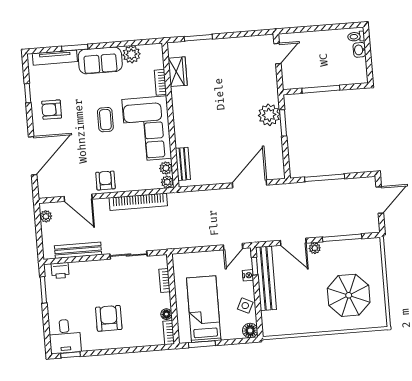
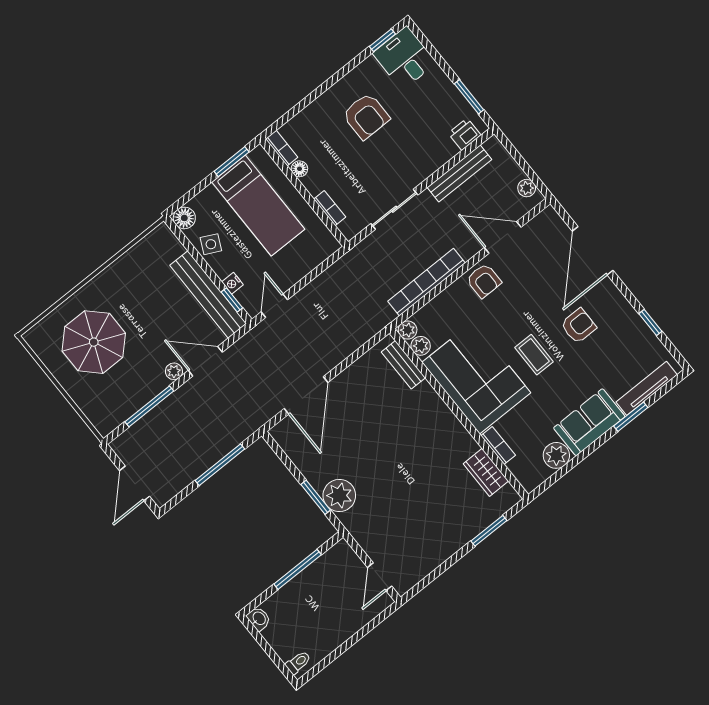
washbasin: (359, 50) -> (259, 619), moved
armchair: (52, 110) -> (578, 326), moved

